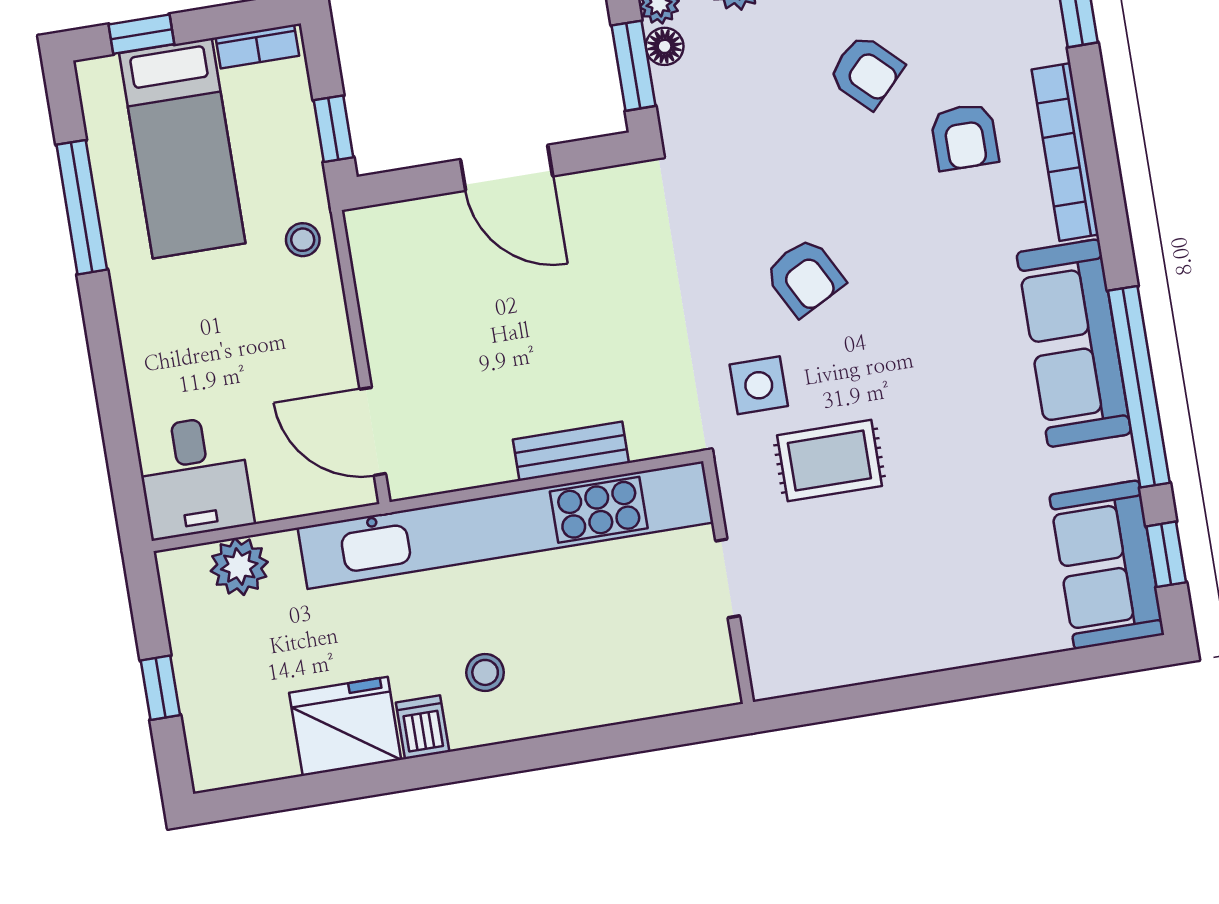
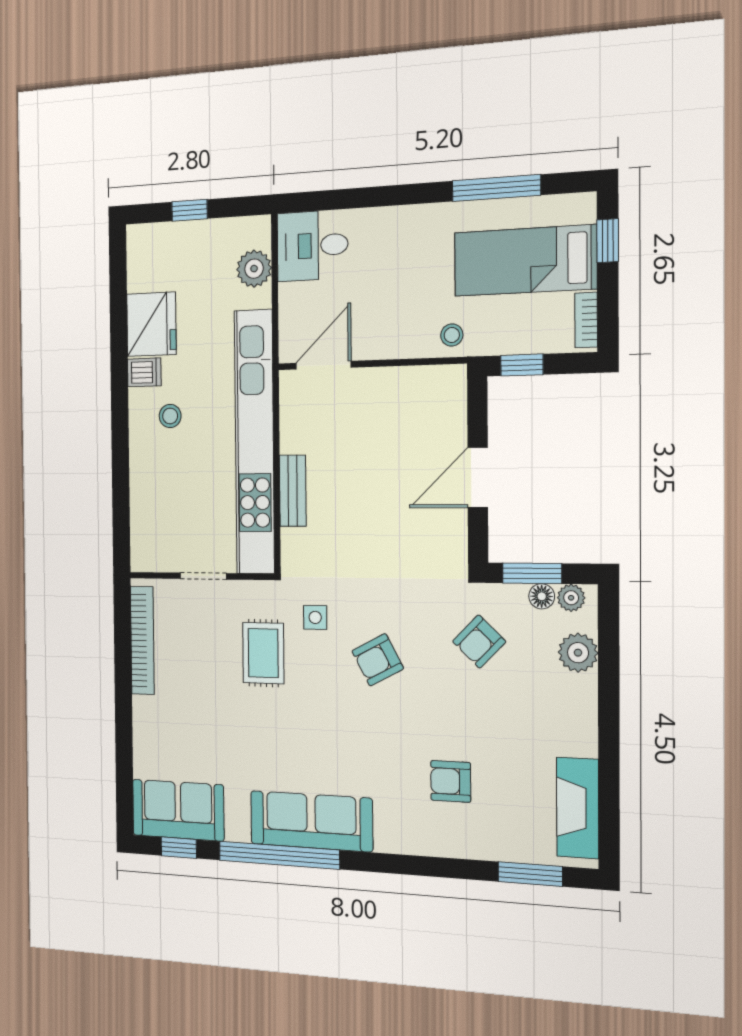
armchair: (866, 72) -> (479, 642), moved
bookcase: (1065, 152) -> (142, 640), moved, turned 90
side table: (759, 385) -> (315, 617), width x0.73, depth x0.73

